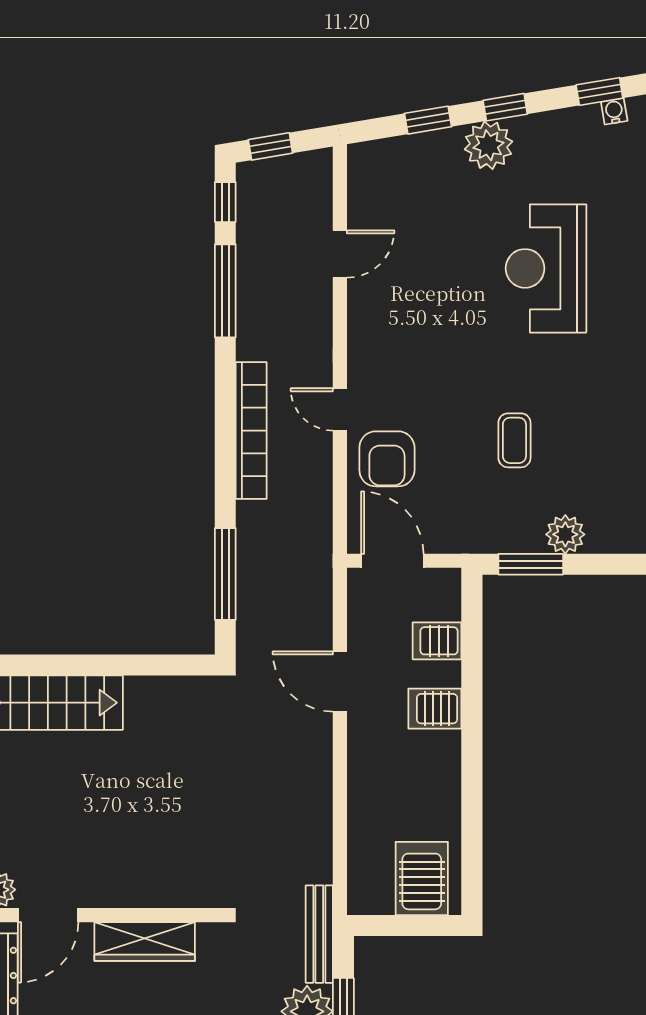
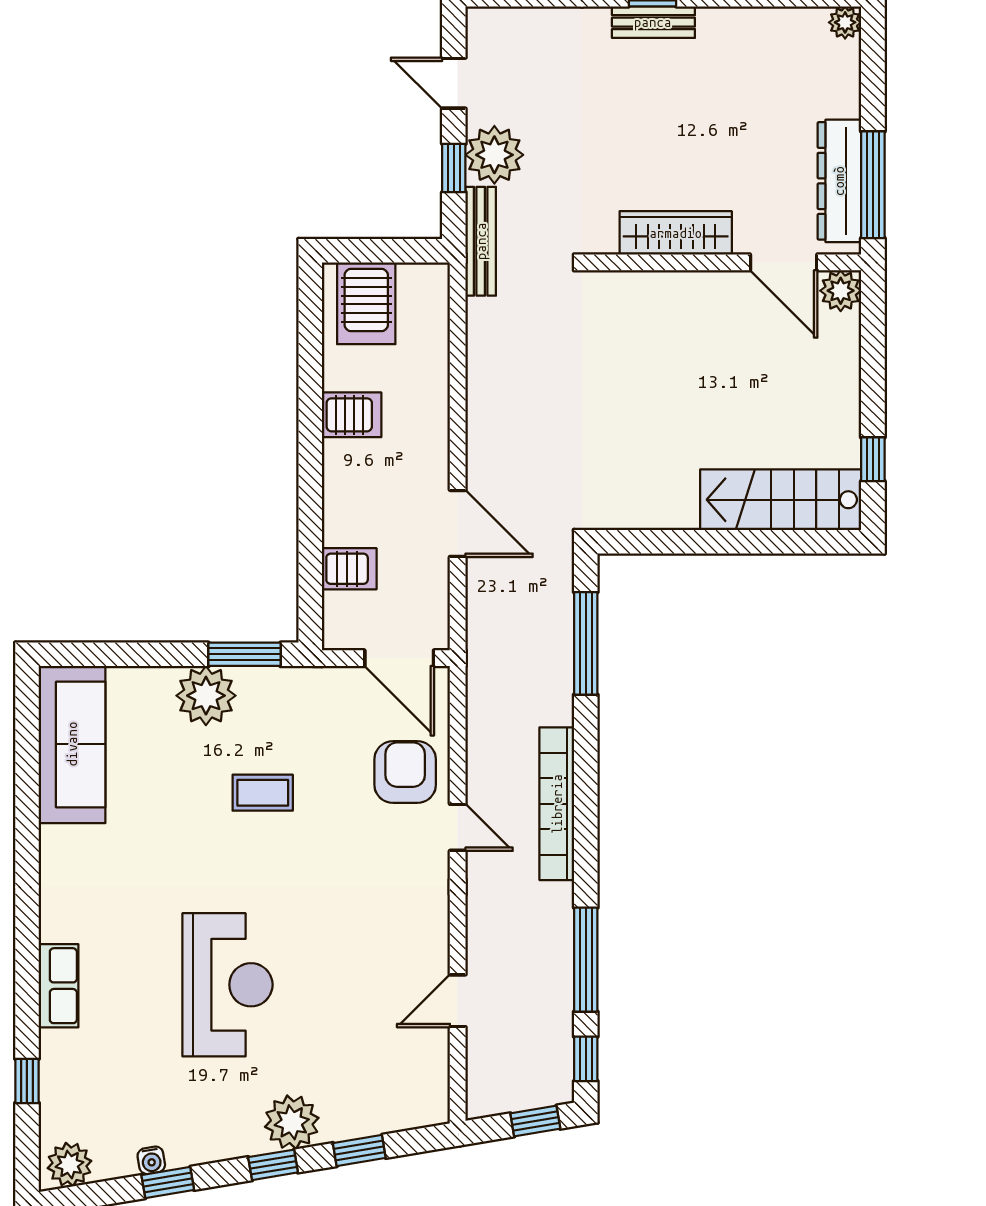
coffee table: (514, 440) -> (263, 793), turned 90
plant: (565, 534) -> (206, 696), width x1.36, depth x1.36
server rack: (435, 709) -> (352, 415), moved
door: (48, 915) -> (784, 262), swing flipped

